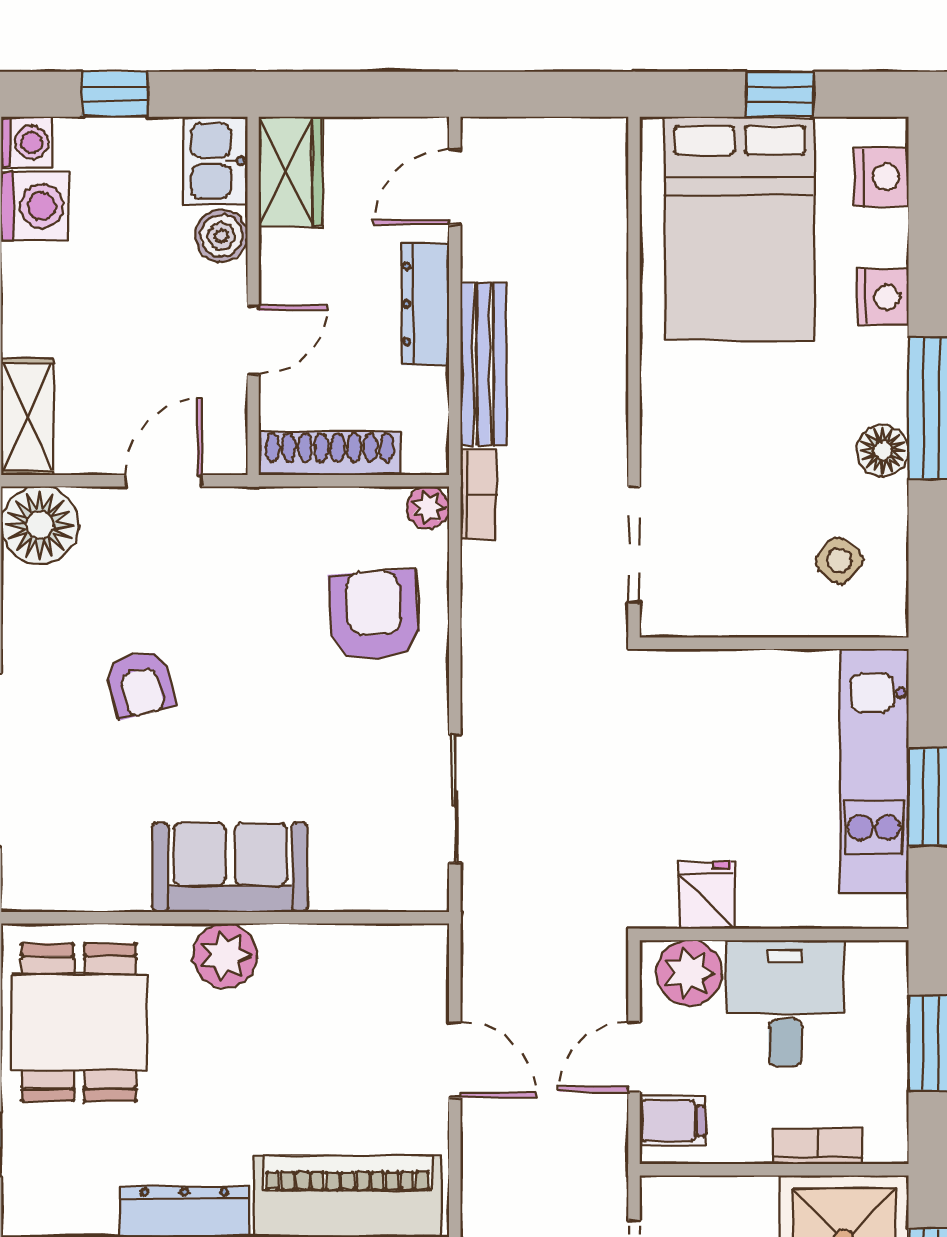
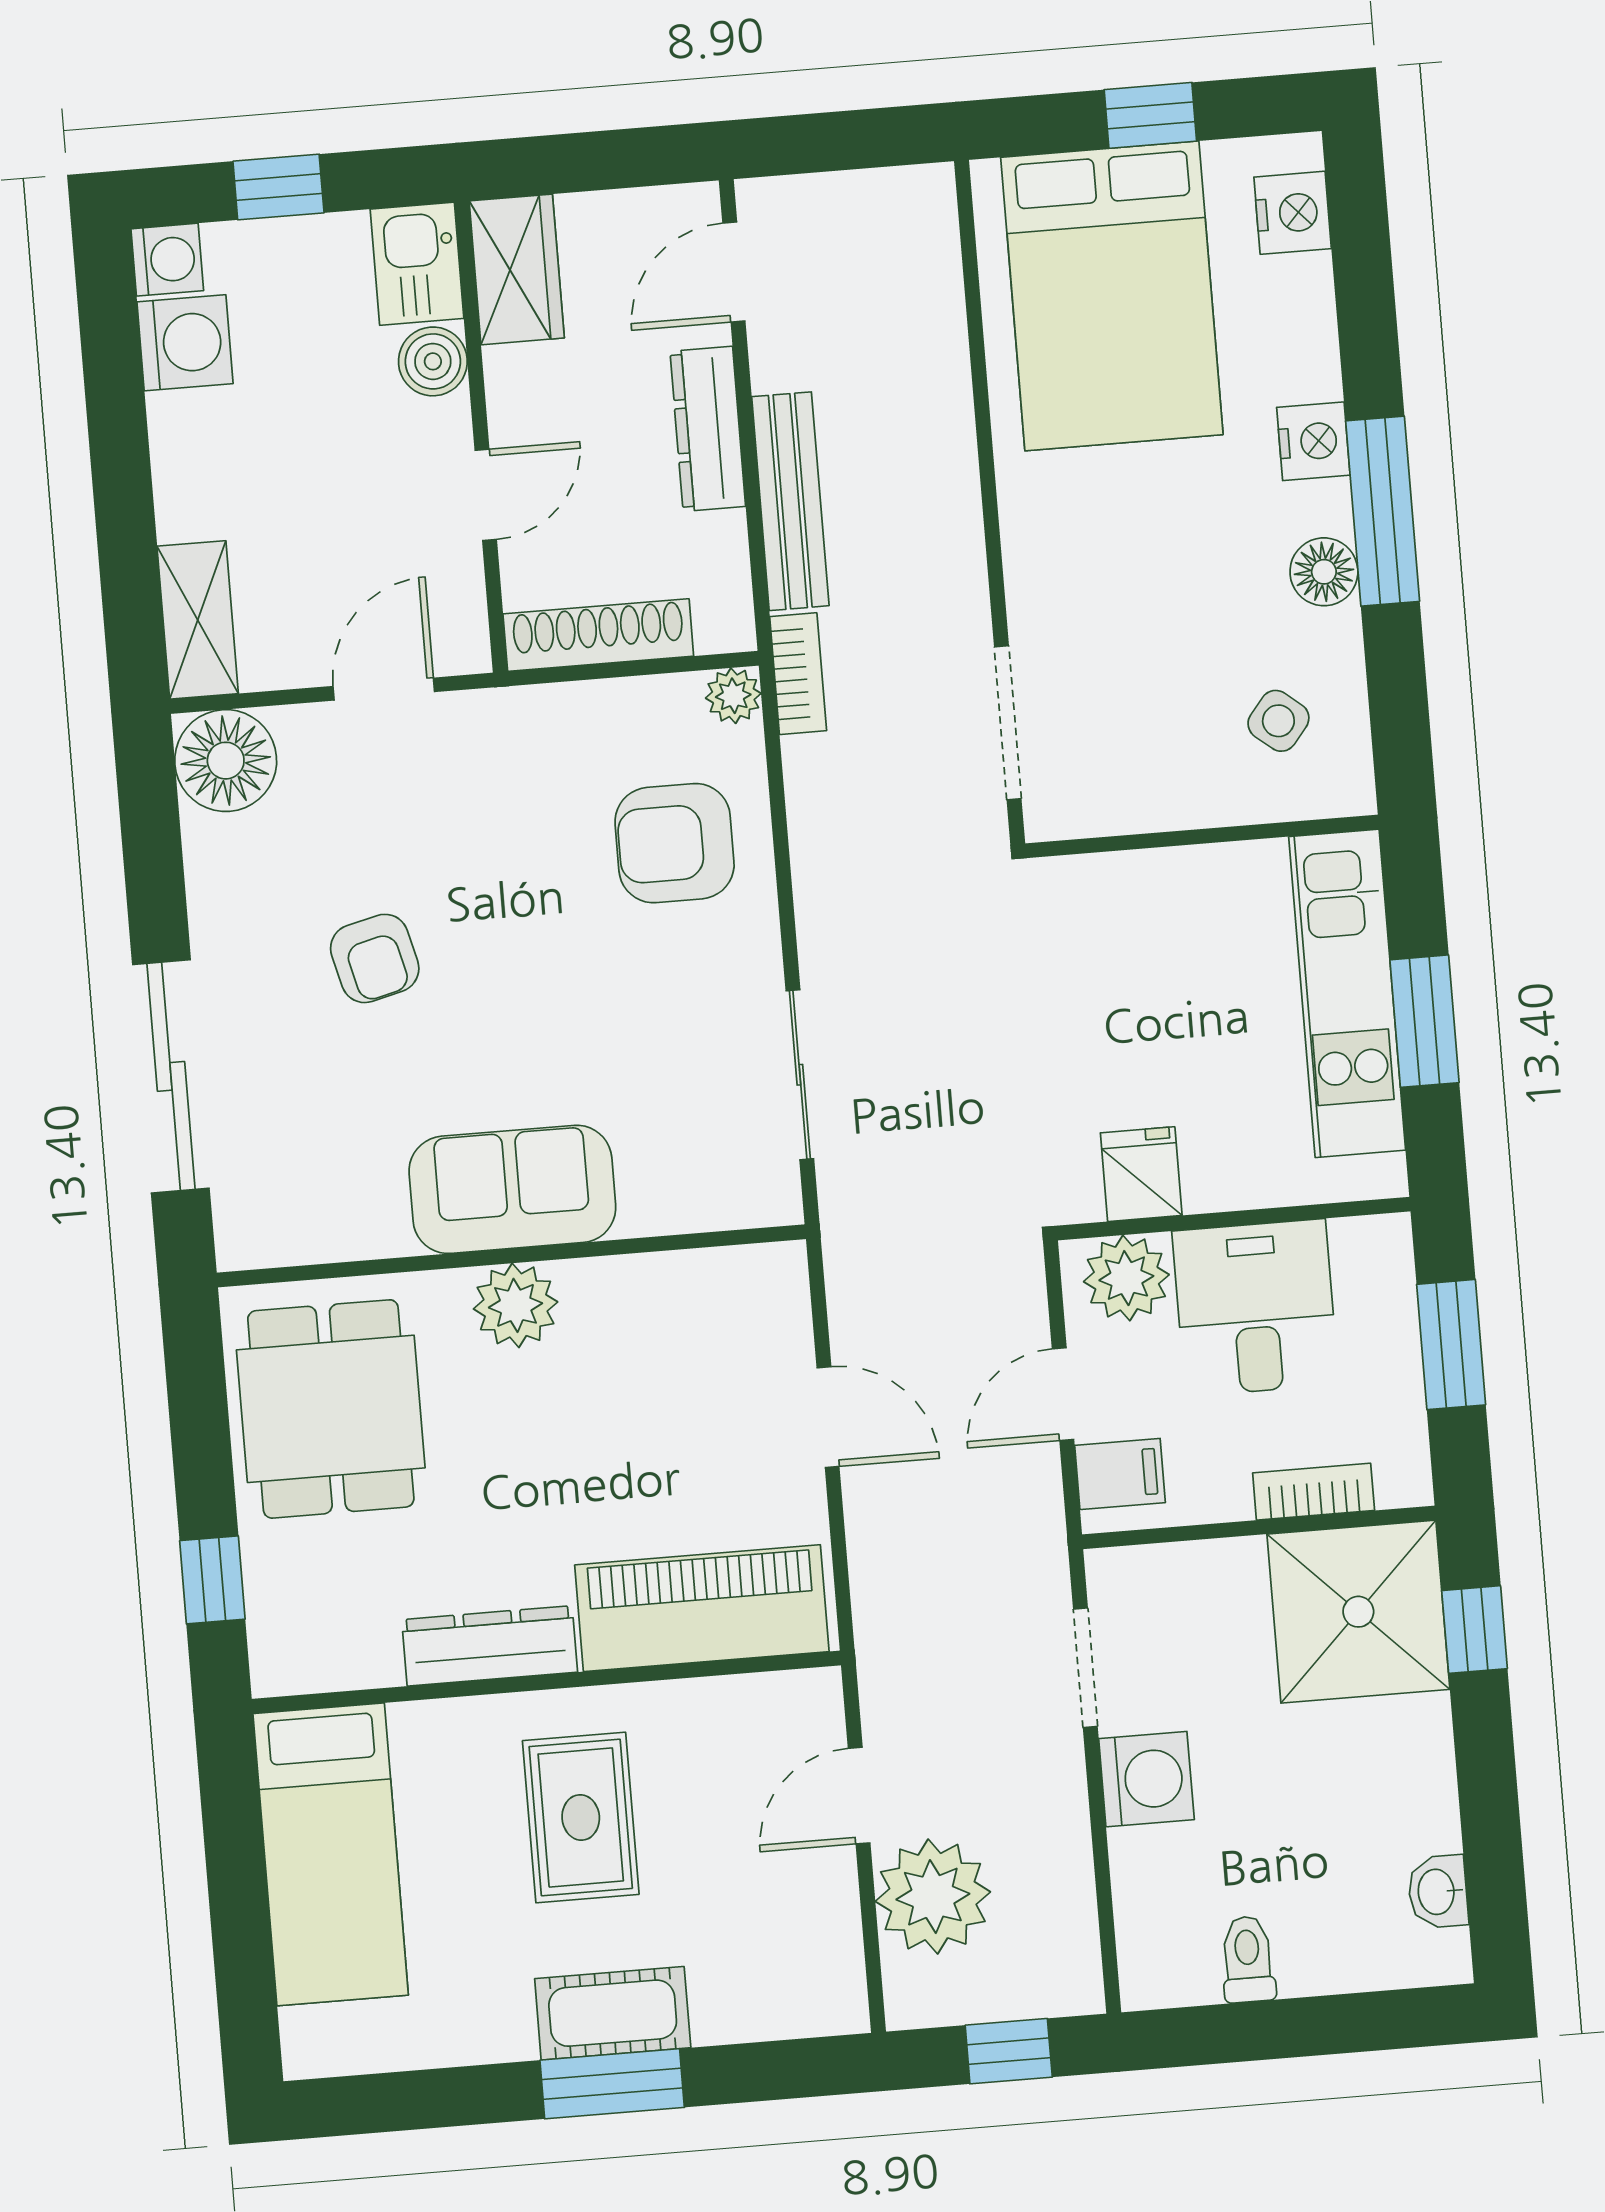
nightstand: (883, 297) -> (1313, 441), moved
armchair: (374, 615) -> (675, 843), turned -86

